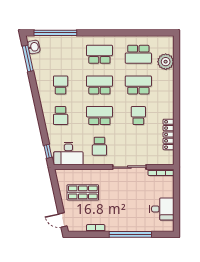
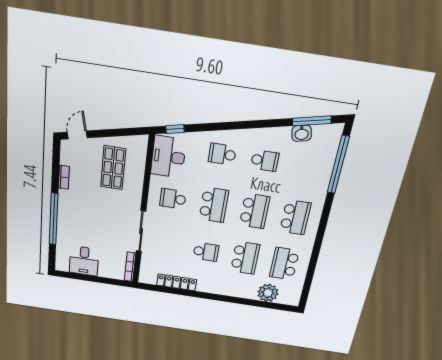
washbasin: (34, 47) -> (302, 133), moved

